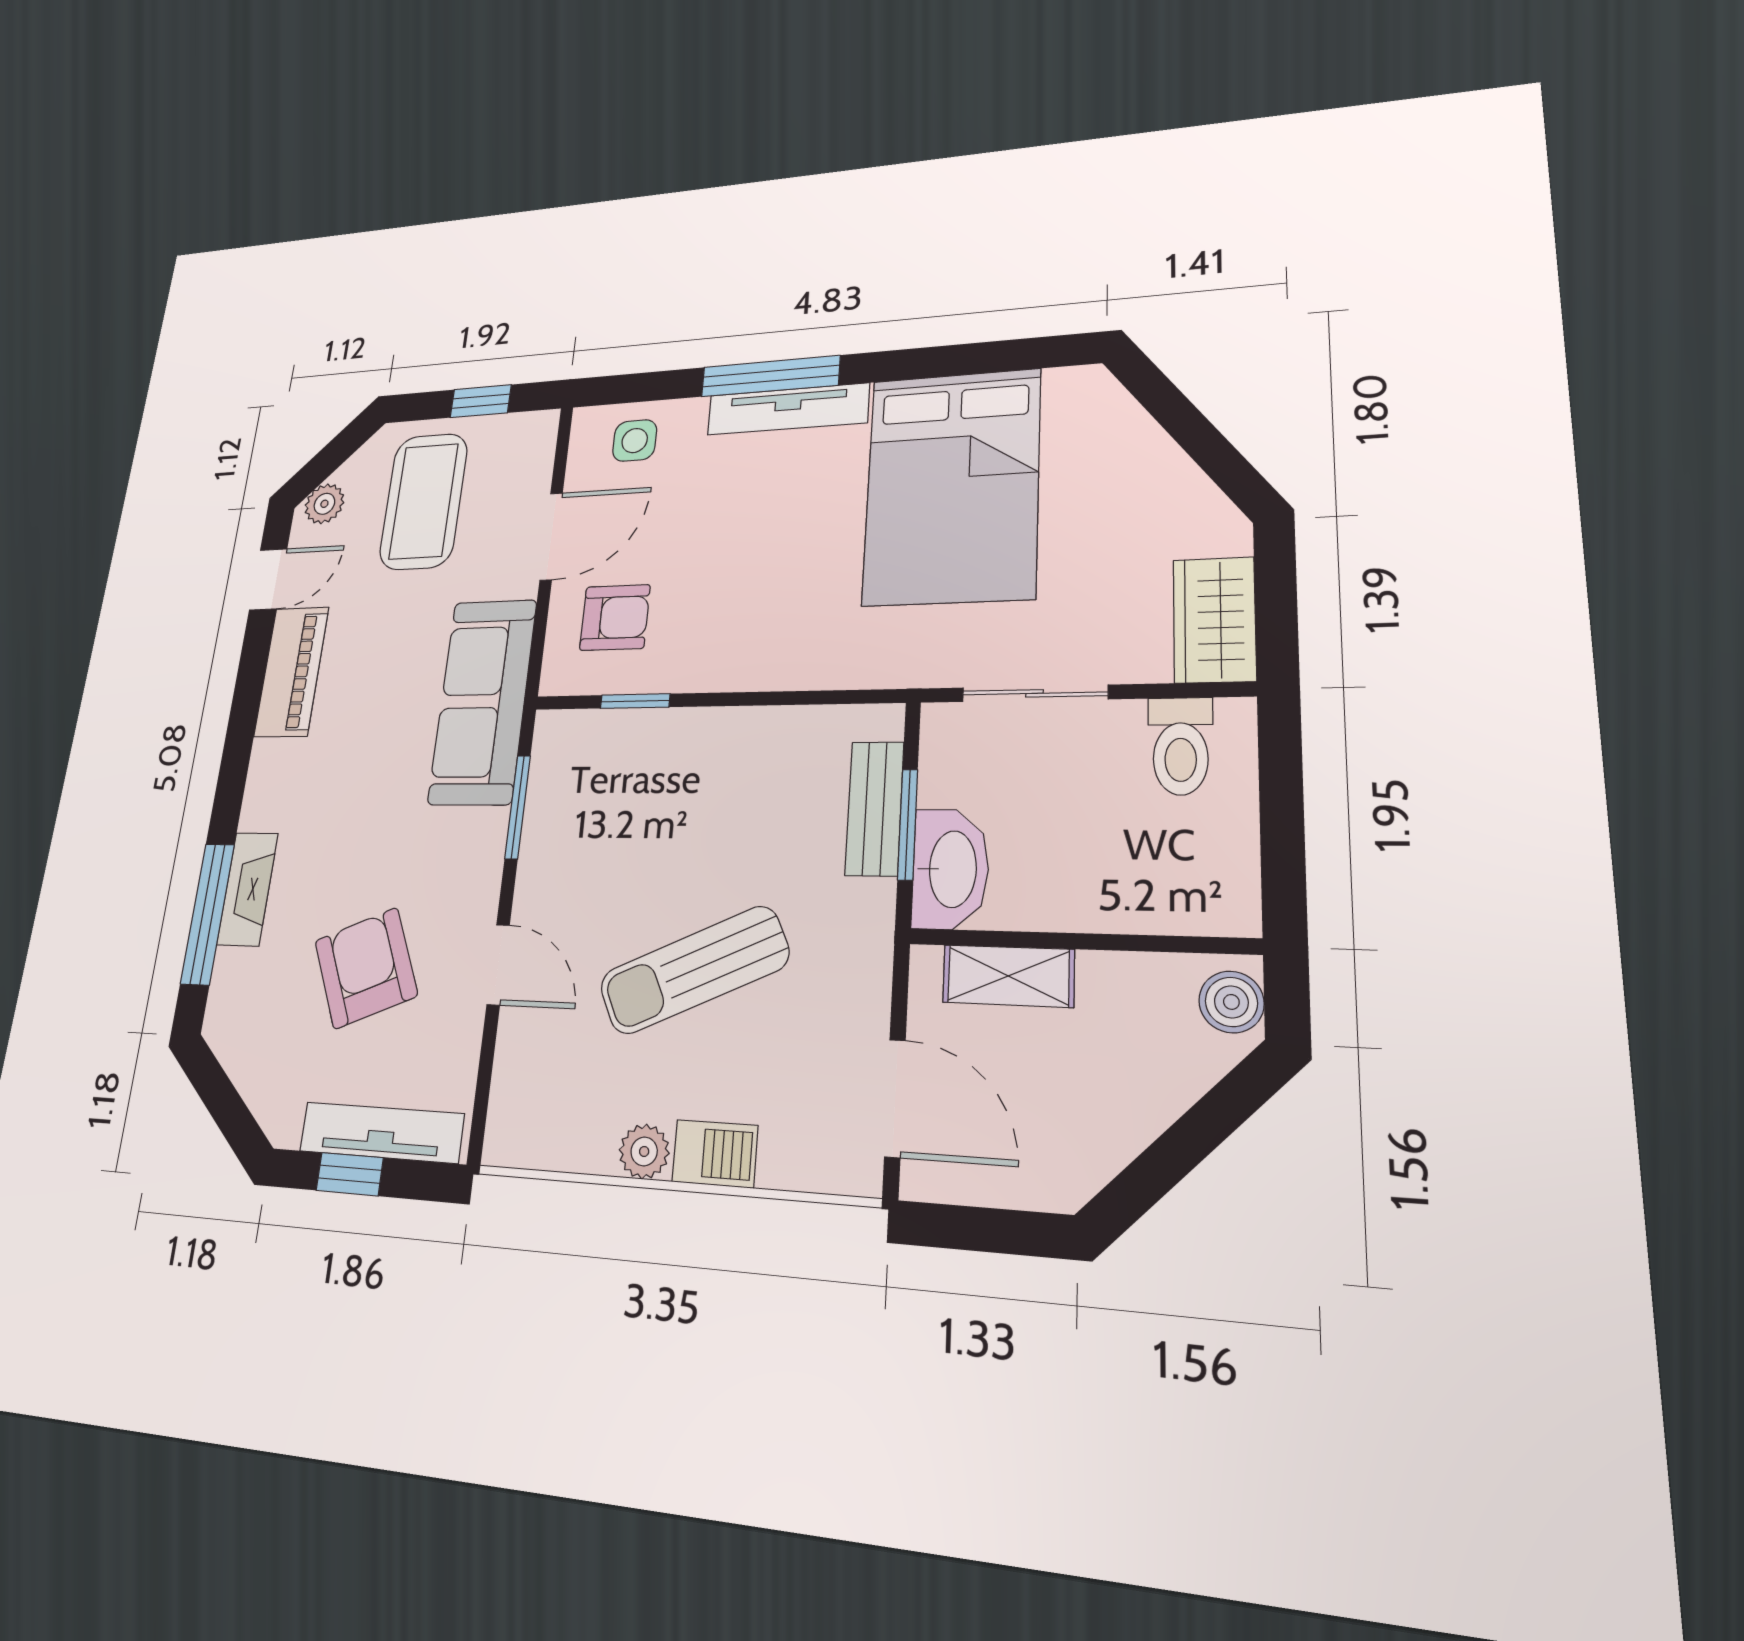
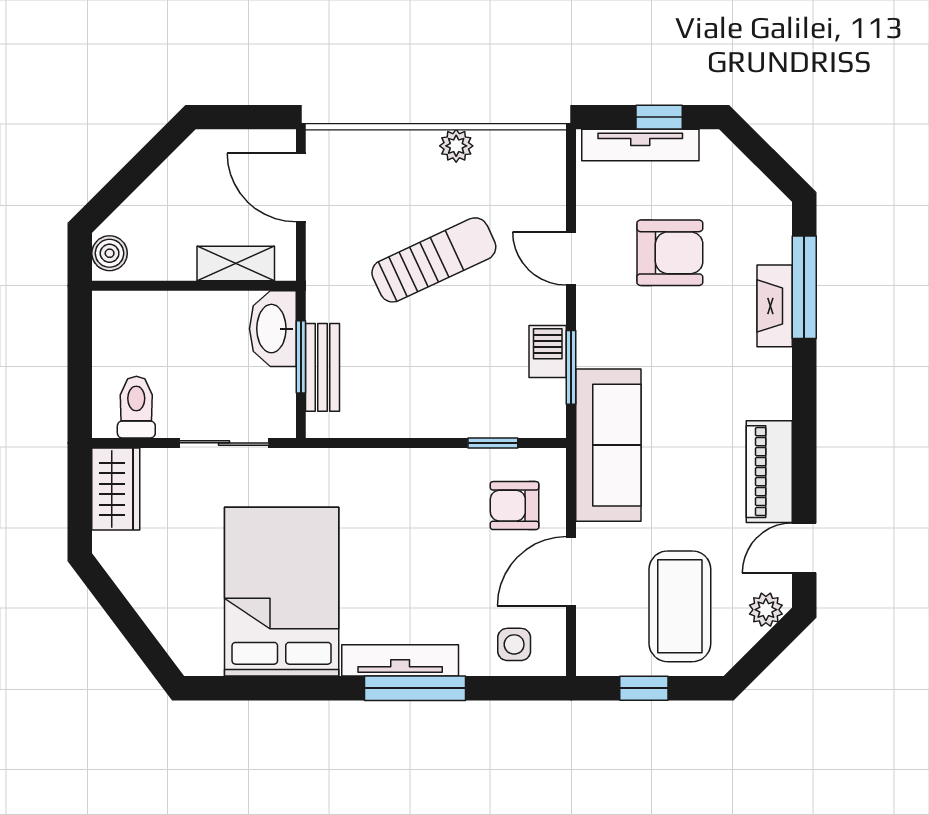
armchair: (366, 968) -> (670, 253), turned -67
barbecue: (715, 1154) -> (548, 352), moved, turned 90

